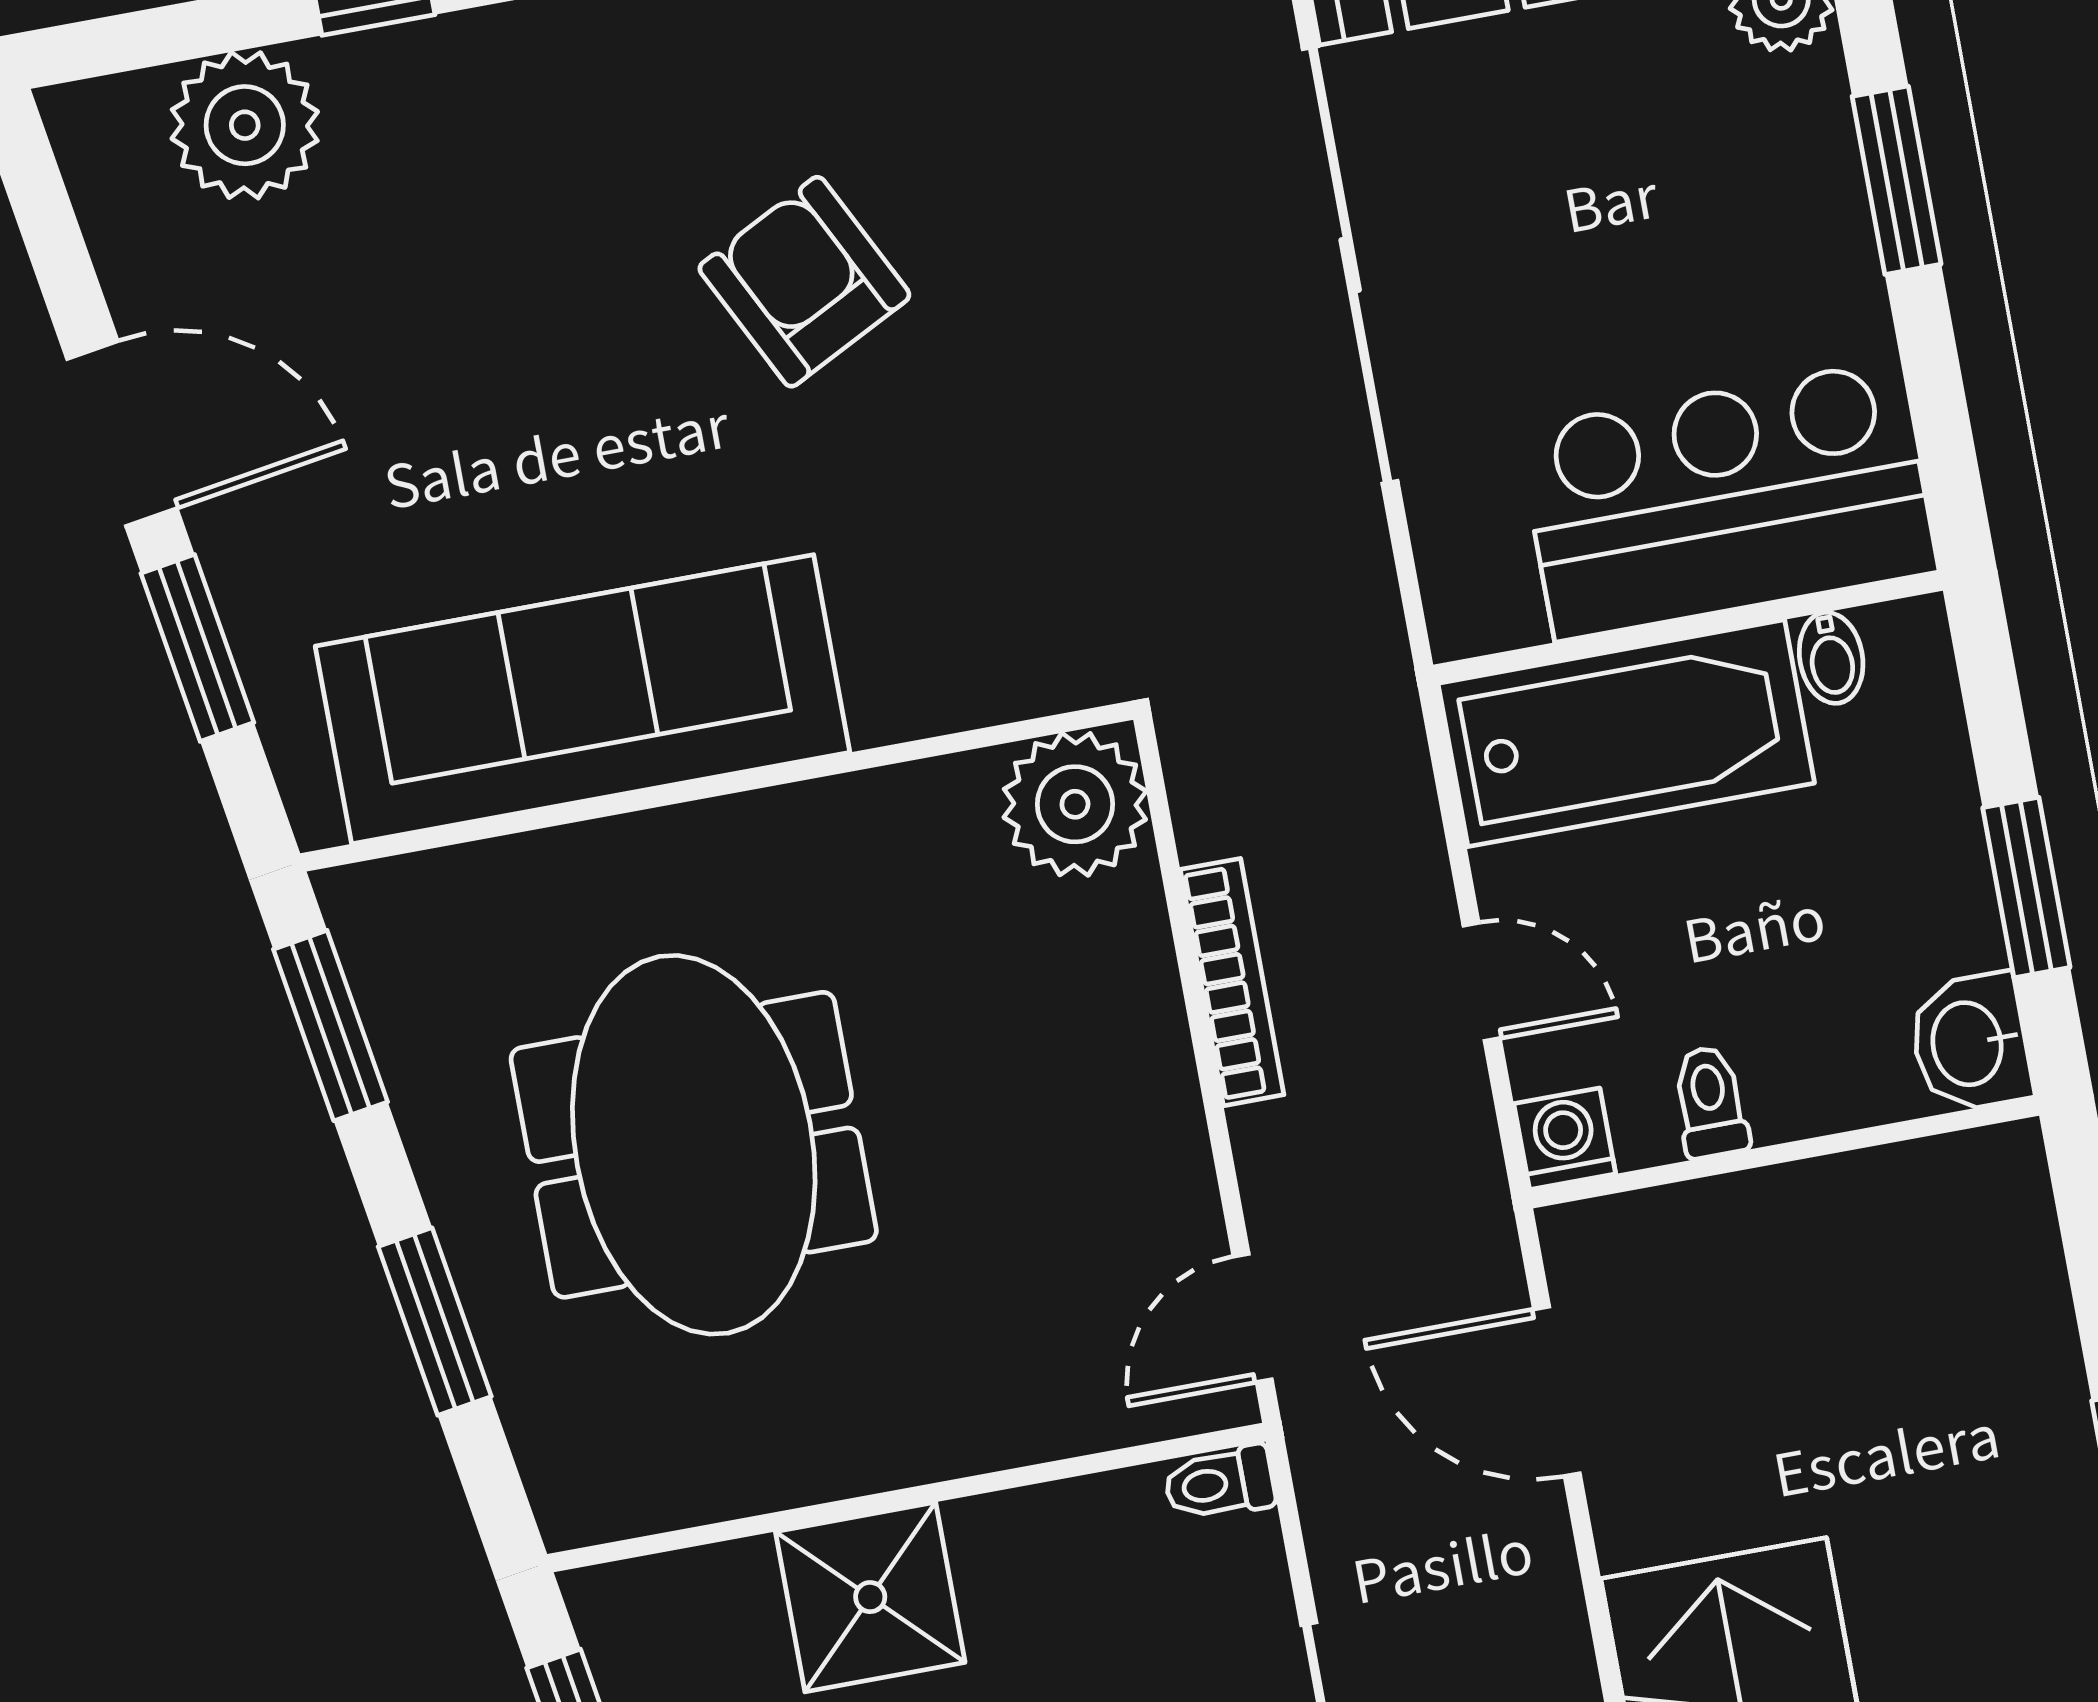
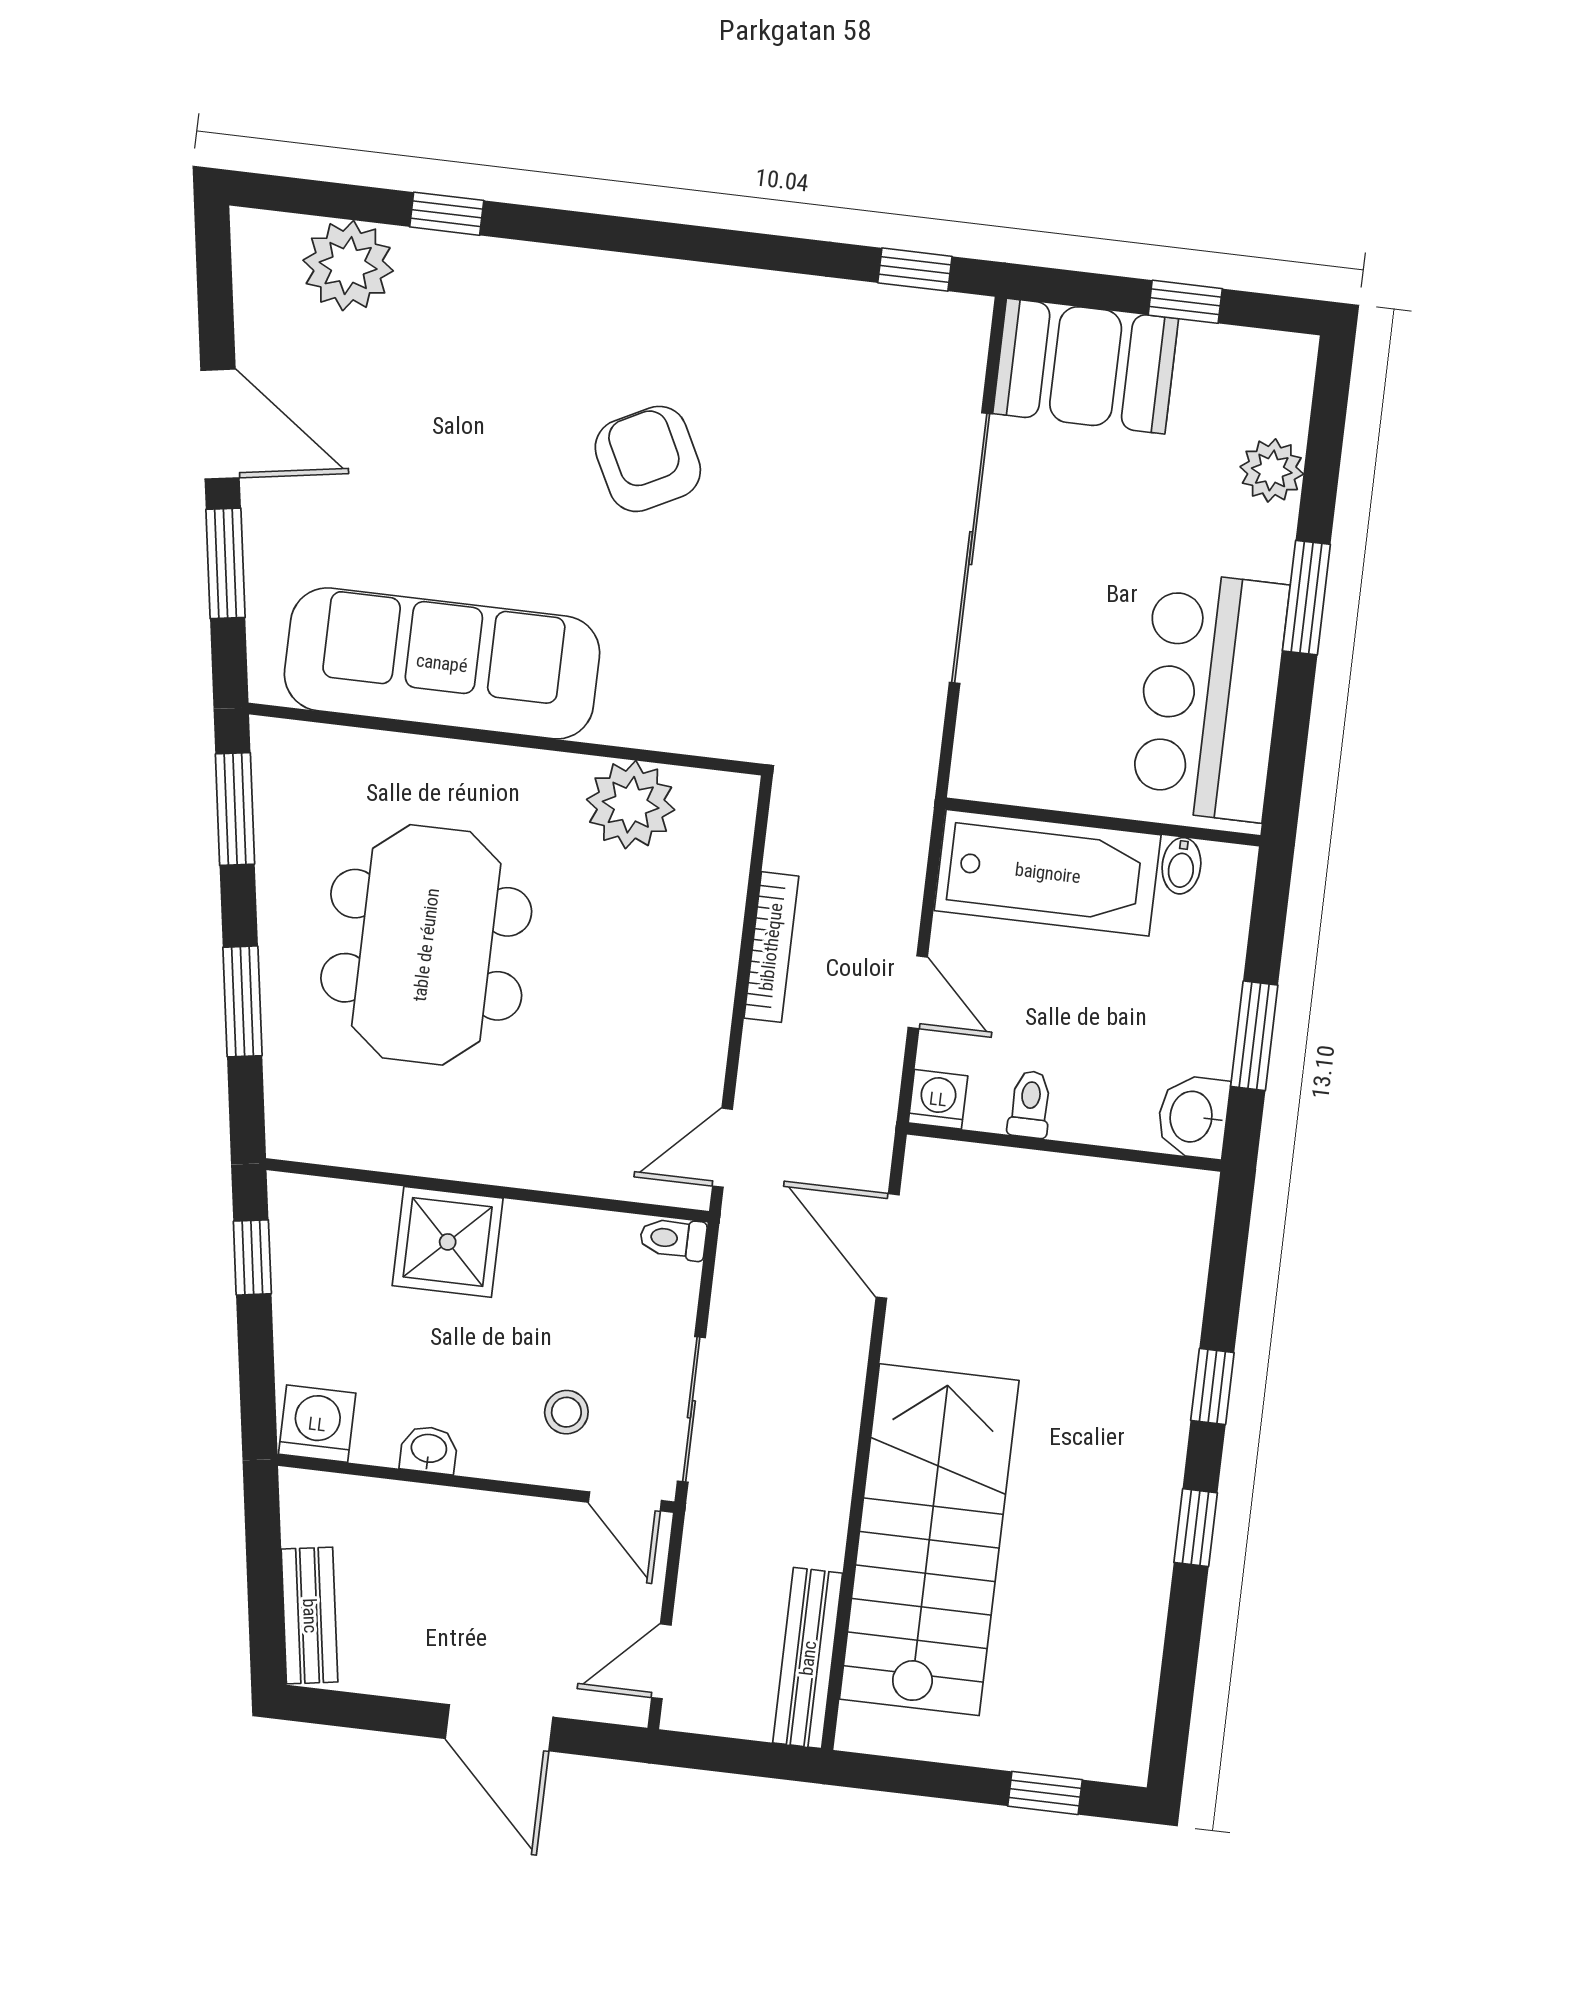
bar counter: (1727, 500) -> (1210, 696), moved, turned -90
plant: (1075, 804) -> (631, 805), moved

